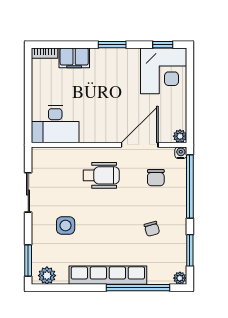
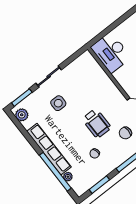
wheelchair: (101, 175) -> (97, 123), moved
sliding door: (28, 192) -> (49, 77), moved
plant: (180, 278) -> (68, 177), moved

